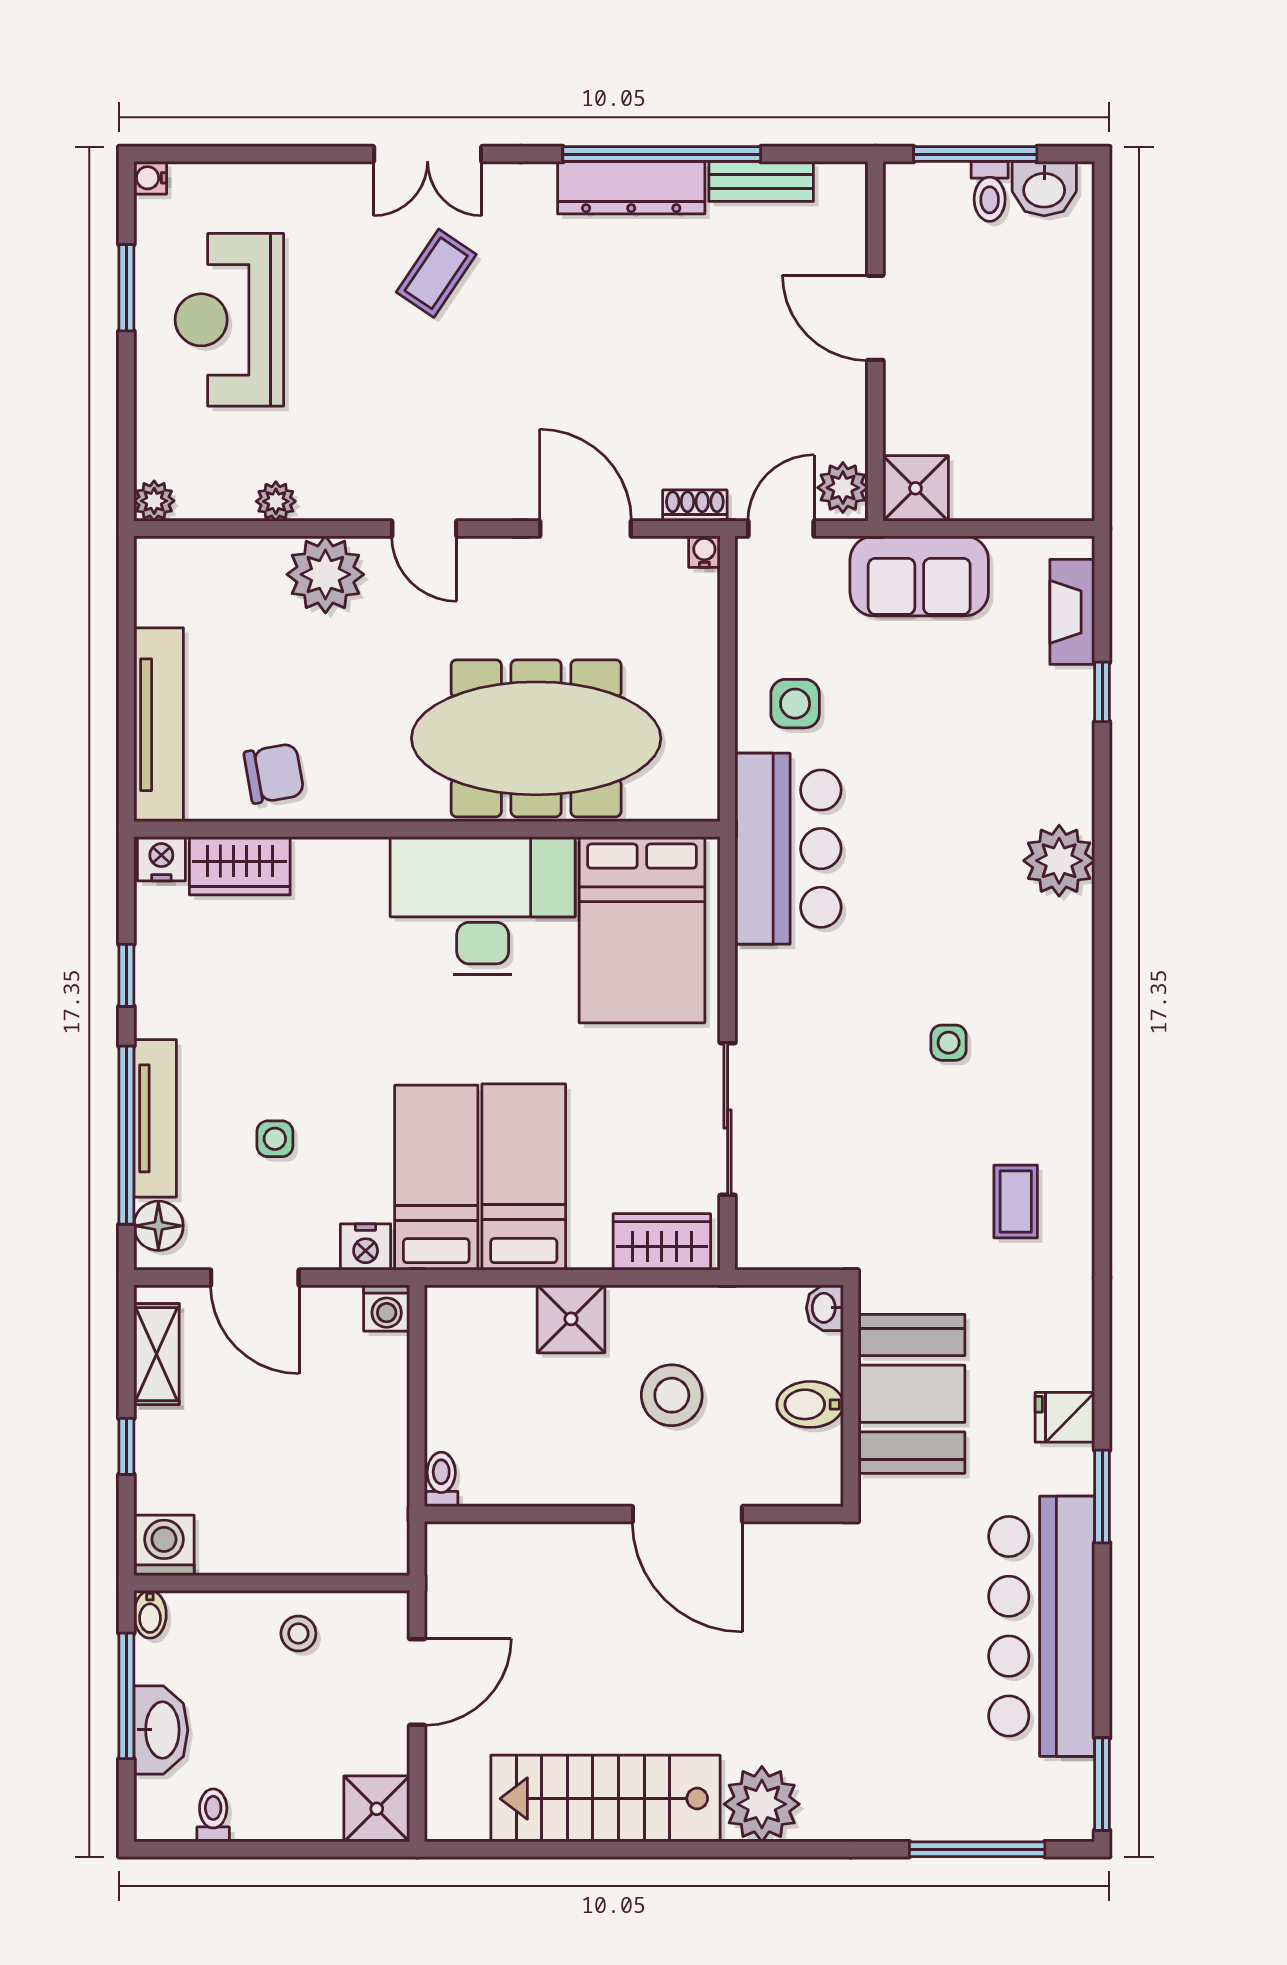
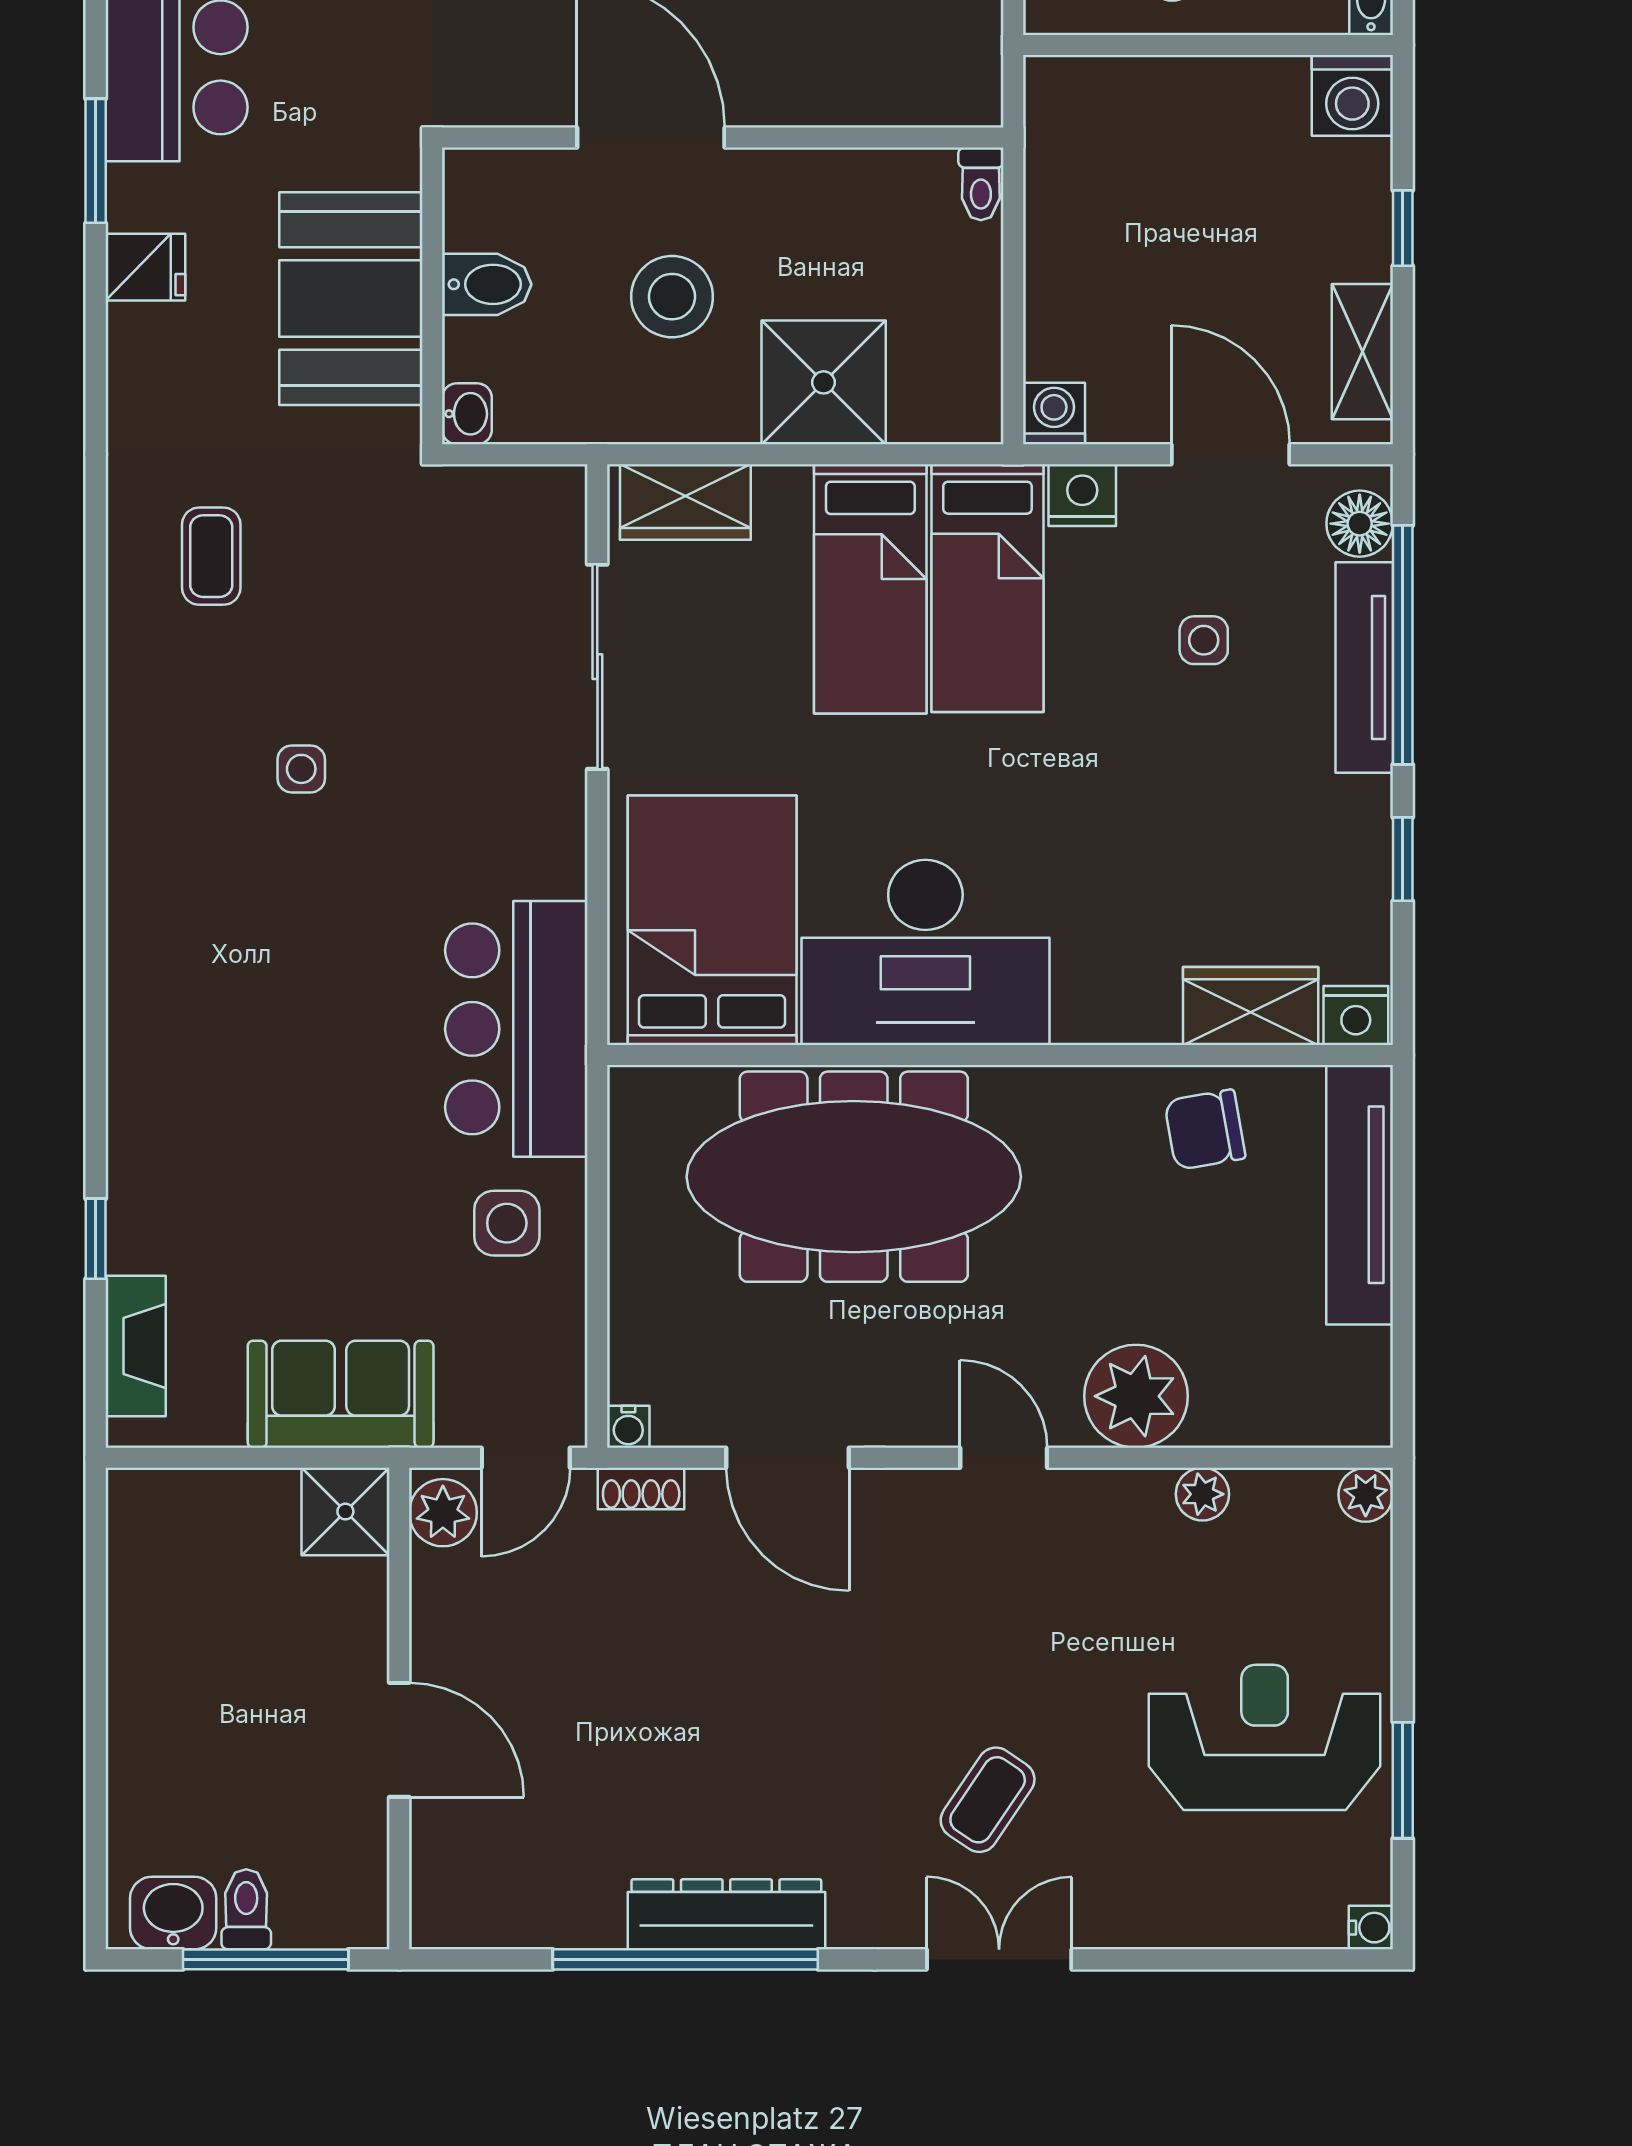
bench: (761, 181) -> (552, 1923), removed
reception desk: (229, 320) -> (1265, 1737), turned -90
plant: (1059, 861) -> (153, 1013), removed
shower: (571, 1319) -> (824, 382), width x1.36, depth x1.36

